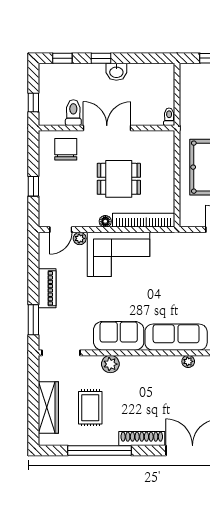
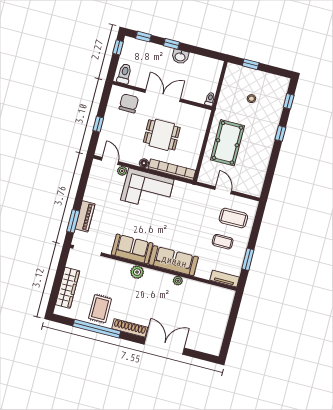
window: (33, 103) -> (118, 47), moved
toilet: (73, 113) -> (124, 74), moved
door: (61, 230) -> (110, 161), swing flipped
piano: (47, 288) -> (85, 216), moved
plant: (110, 364) -> (137, 272), moved
rug: (90, 408) -> (100, 309), moved

